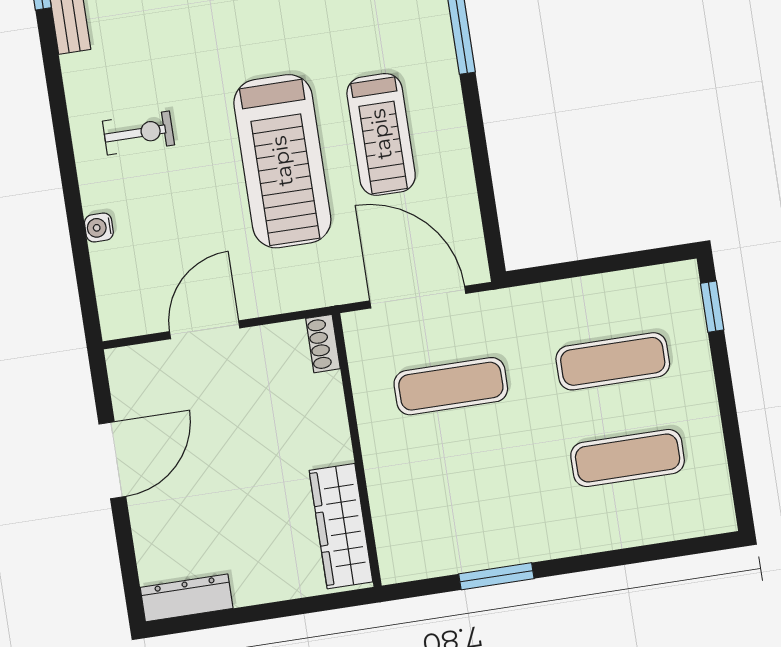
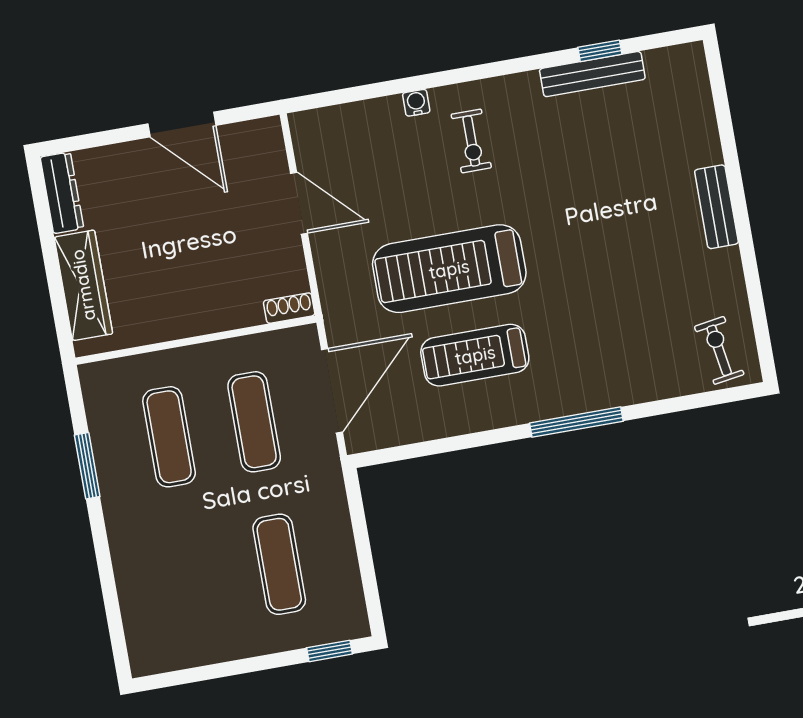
water cooler: (99, 228) -> (416, 103), moved
exercise mat: (628, 458) -> (169, 437), moved
wardrobe: (341, 526) -> (83, 285), moved, turned 90

